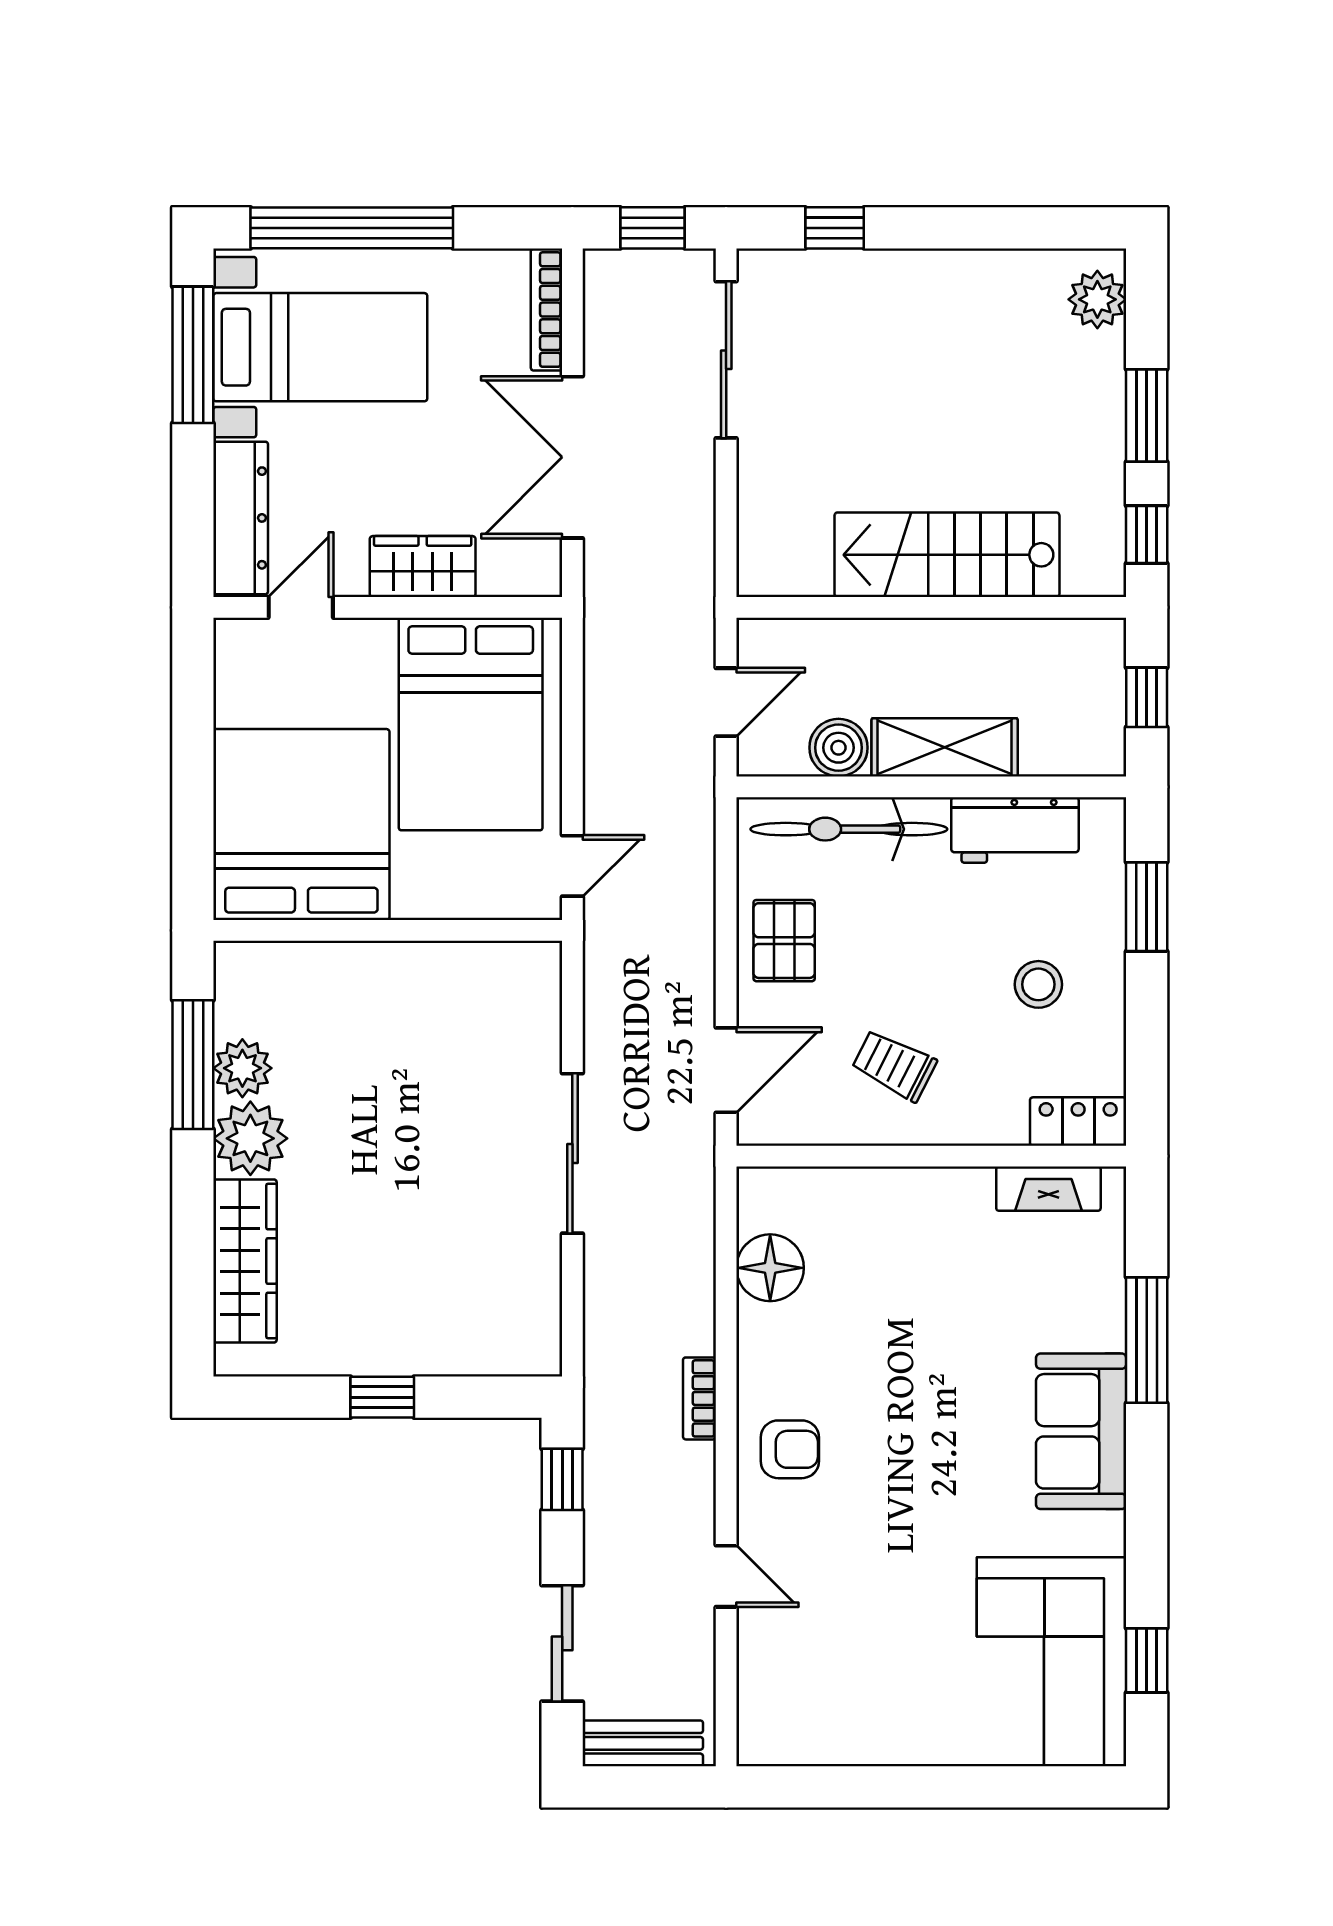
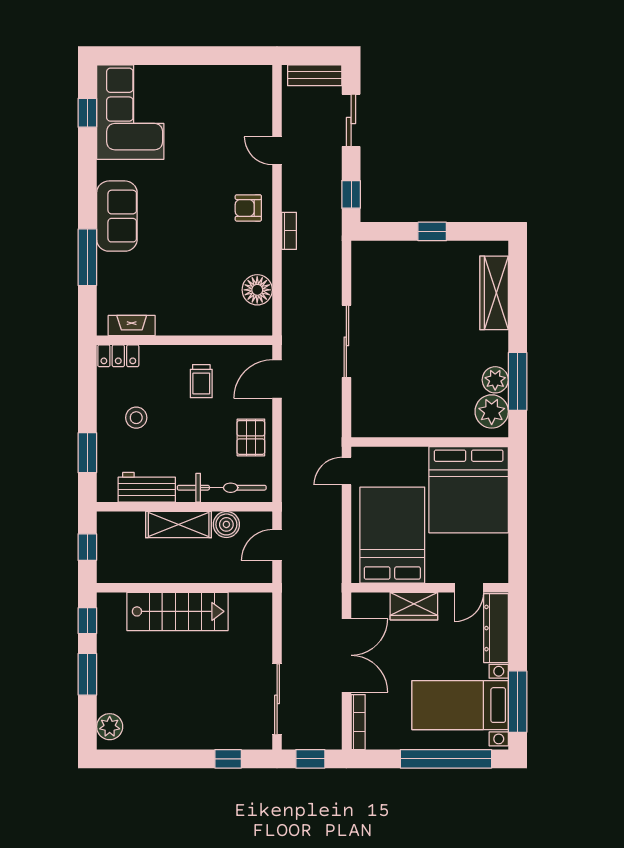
trolley: (894, 1065) -> (201, 381), turned 63
plant: (250, 1138) -> (492, 411), moved

